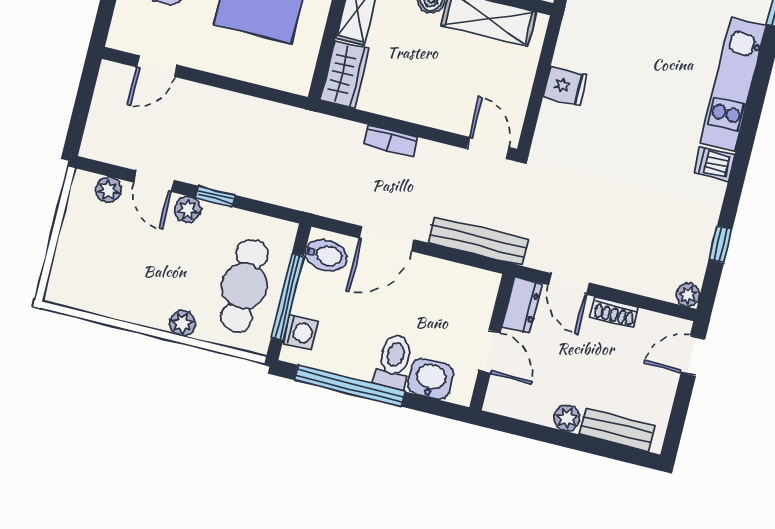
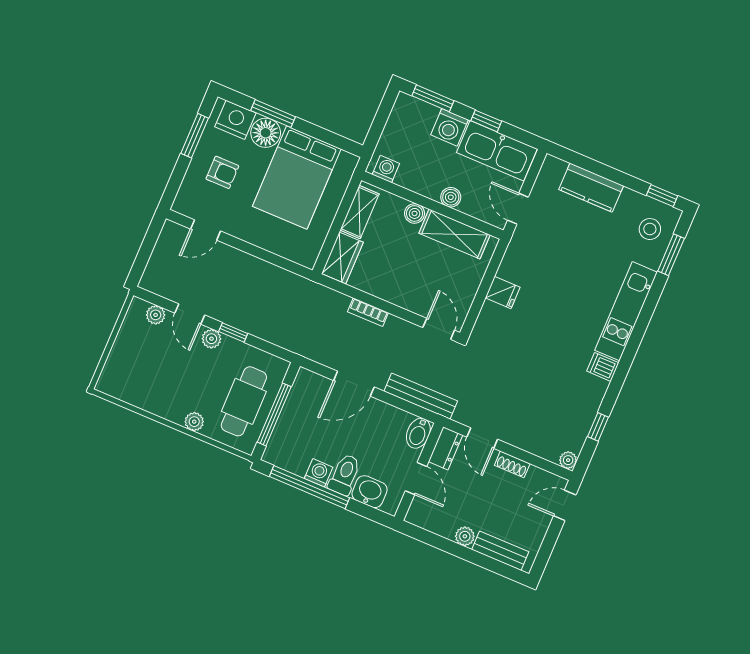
bidet: (326, 255) -> (418, 433), moved, turned 90
washing machine: (300, 332) -> (319, 473), moved, turned -90

